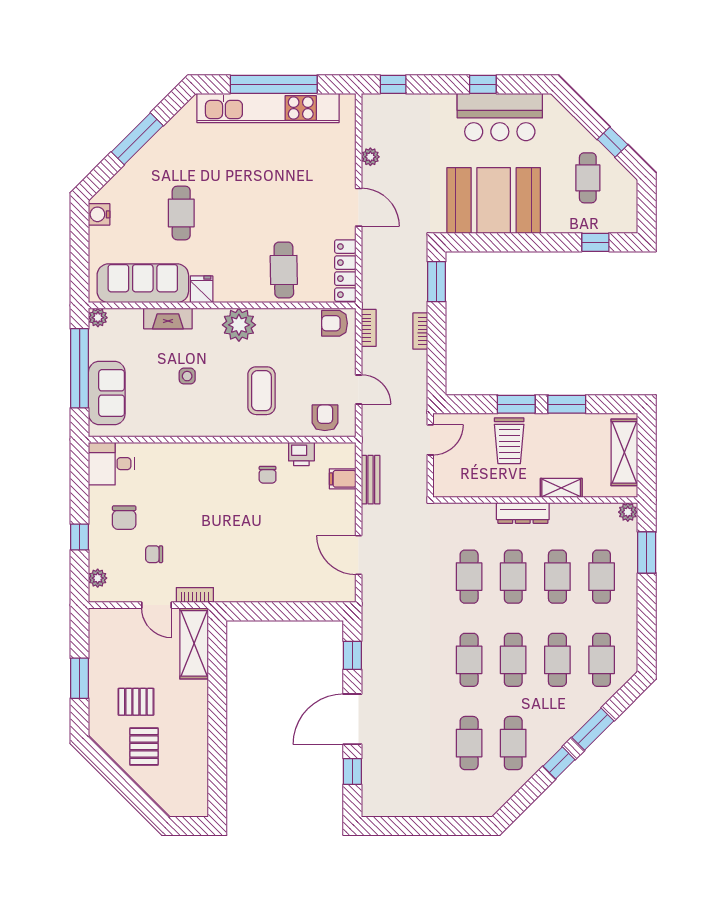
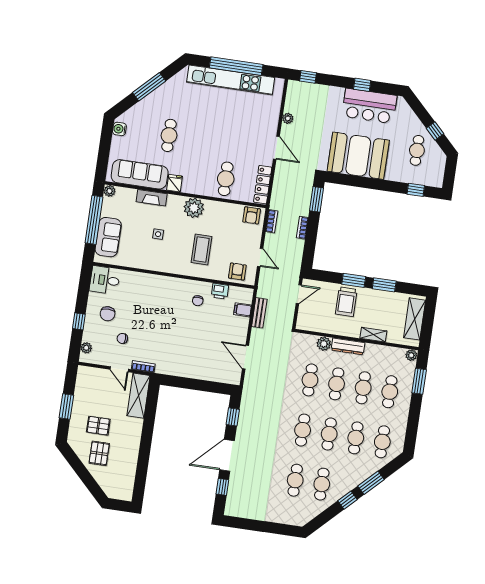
armchair: (335, 323) -> (252, 215), turned -90
plant: (483, 514) -> (324, 344), added

